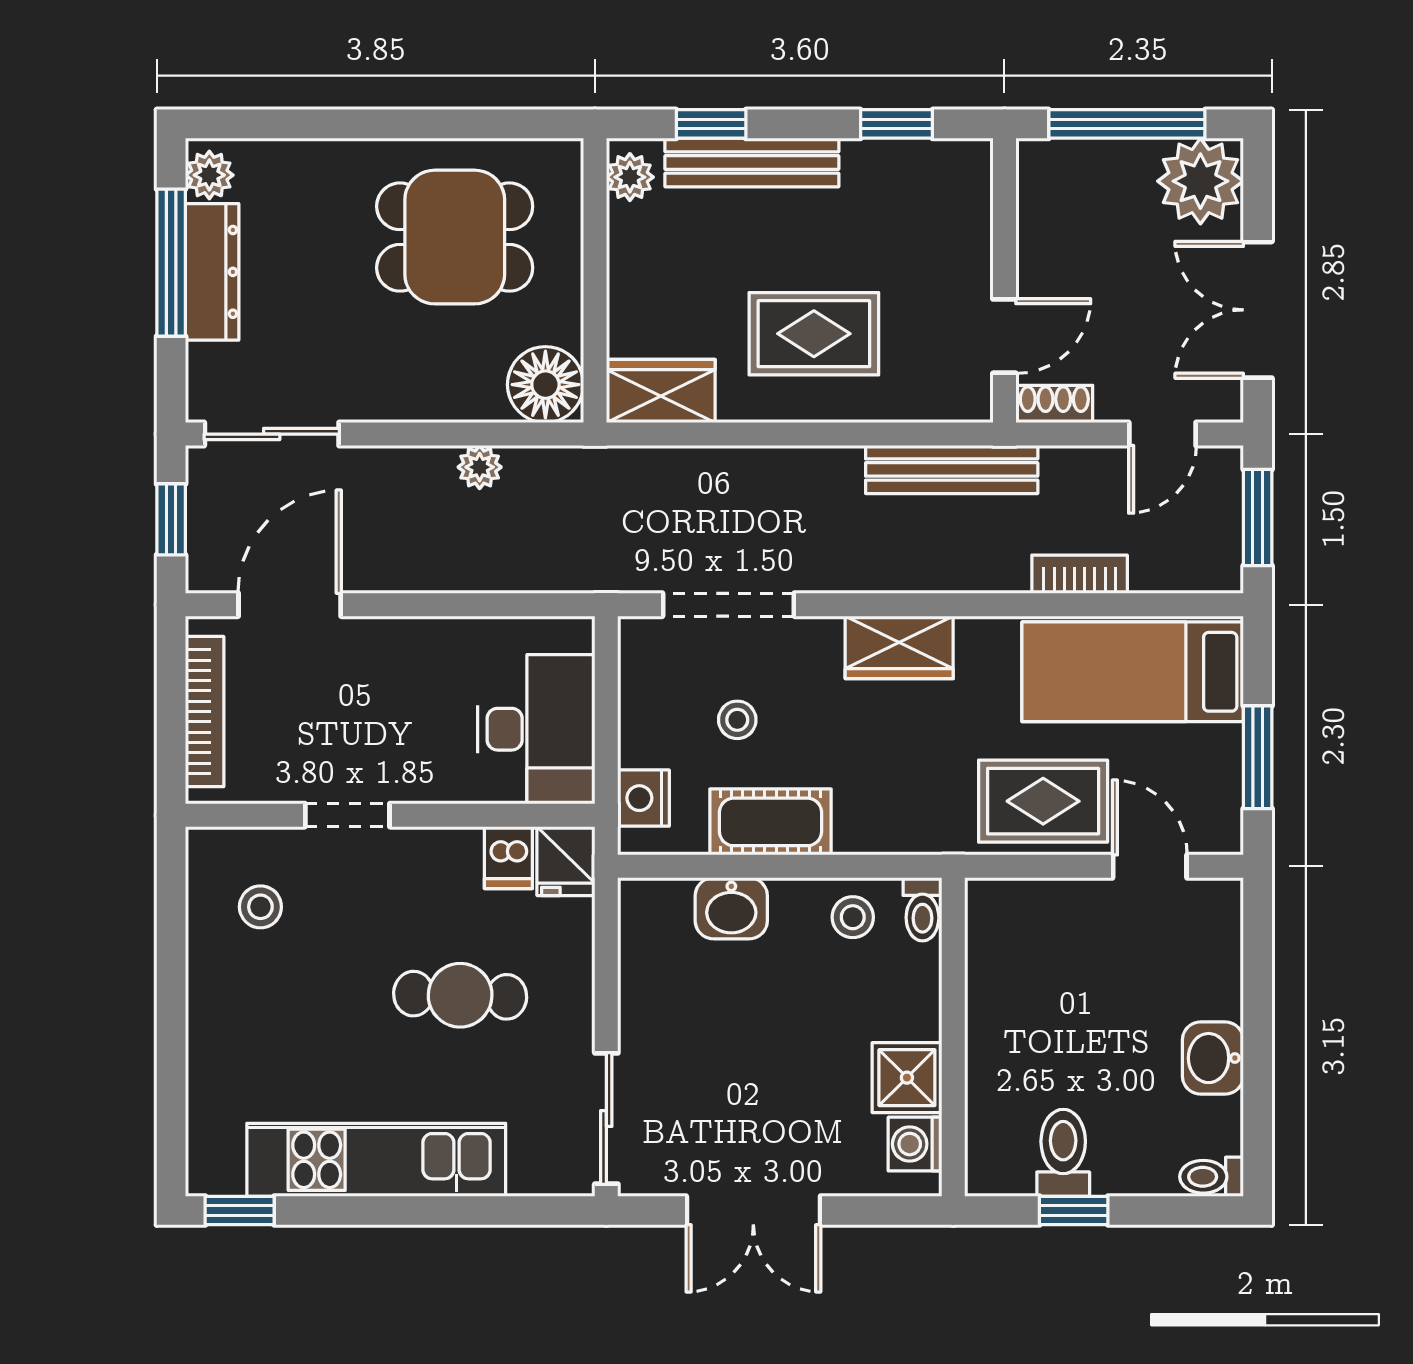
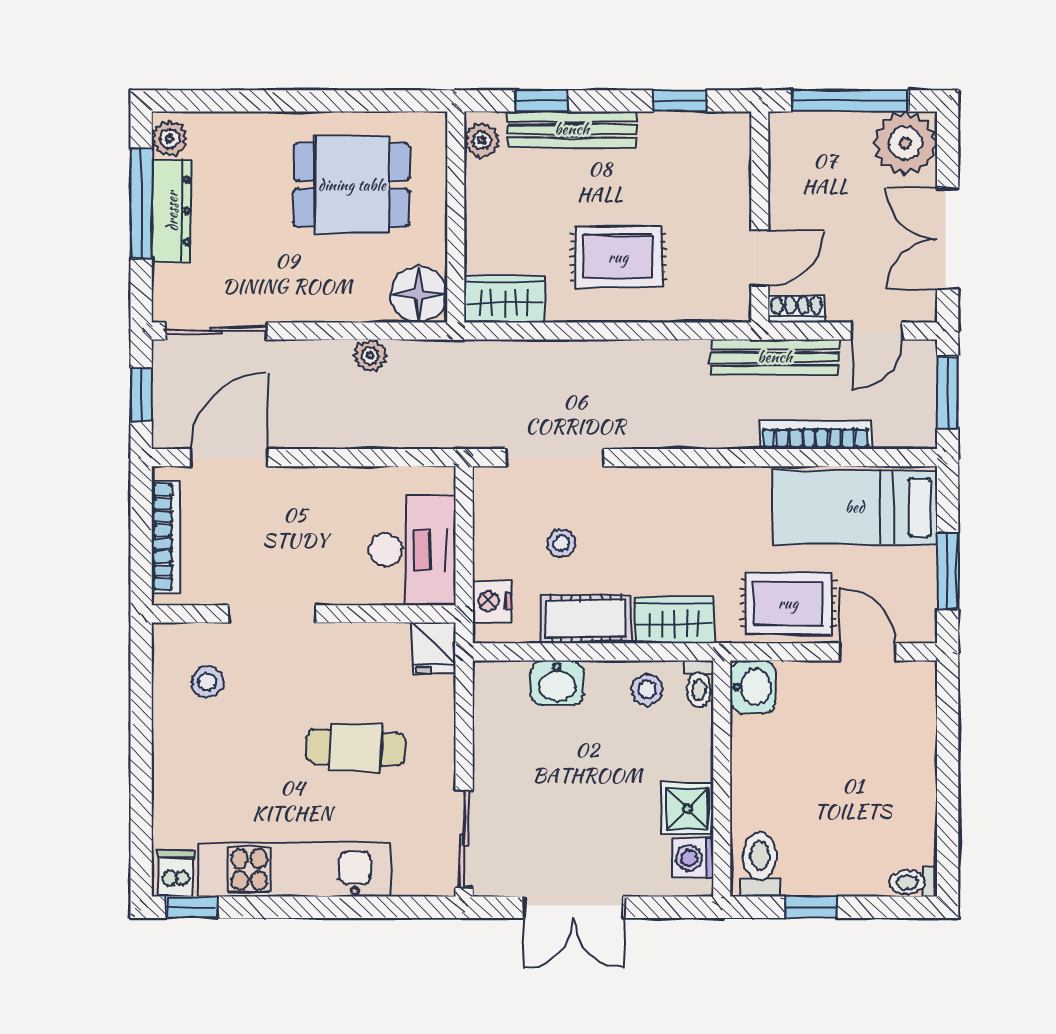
bench: (952, 469) -> (775, 357), moved
bookcase: (1080, 574) -> (815, 435), width x1.56
wardrobe: (899, 647) -> (675, 620), moved, turned 180
doorway: (347, 815) -> (272, 614), width x1.38
dishwasher: (508, 858) -> (176, 874), moved, turned 180
washbasin: (1213, 1058) -> (753, 687), moved, turned 180
toilet: (1063, 1153) -> (760, 864), moved

